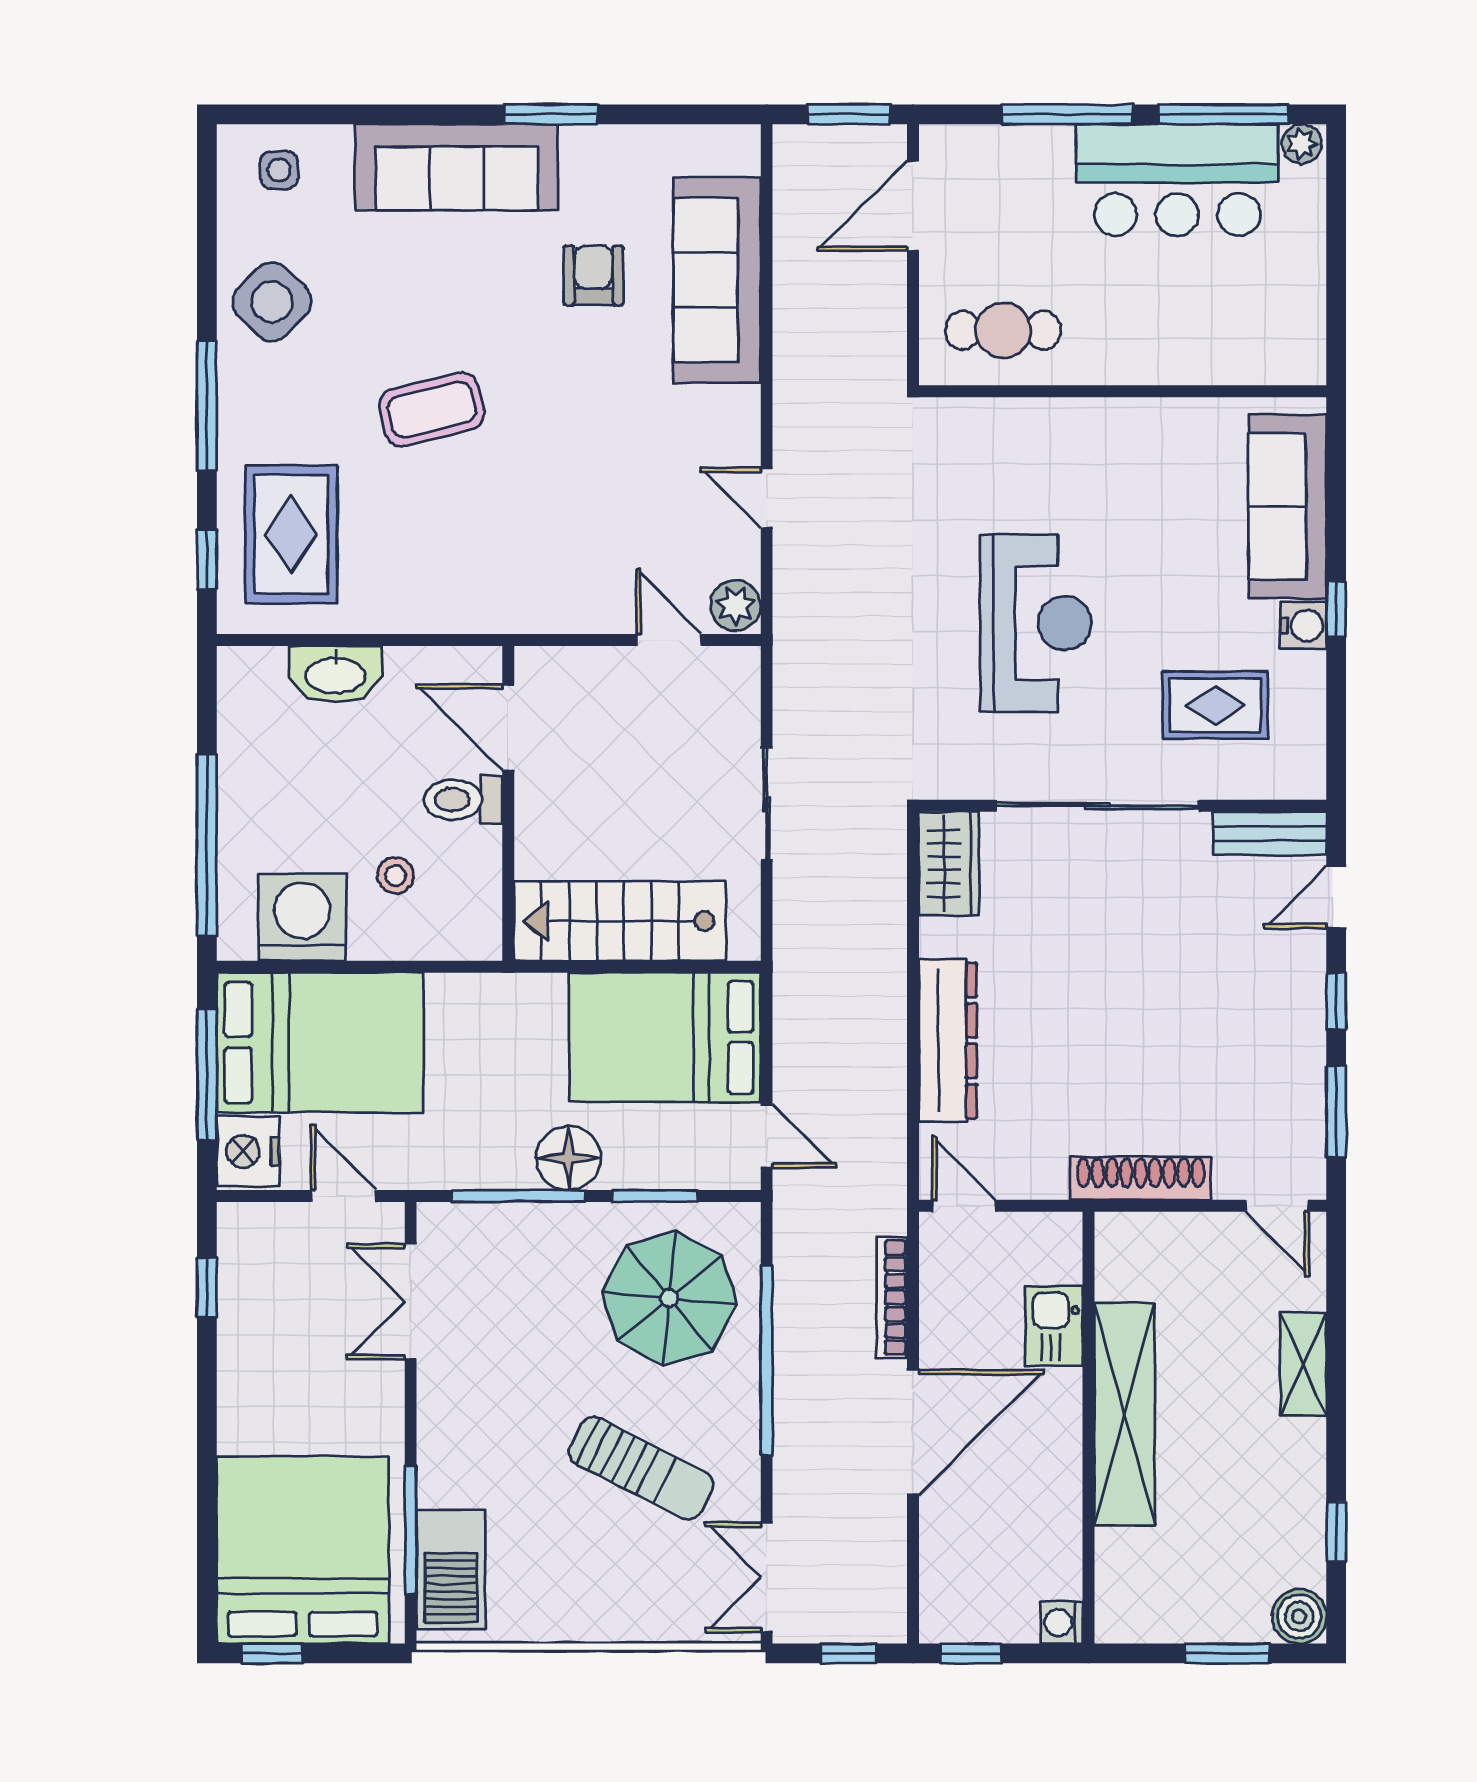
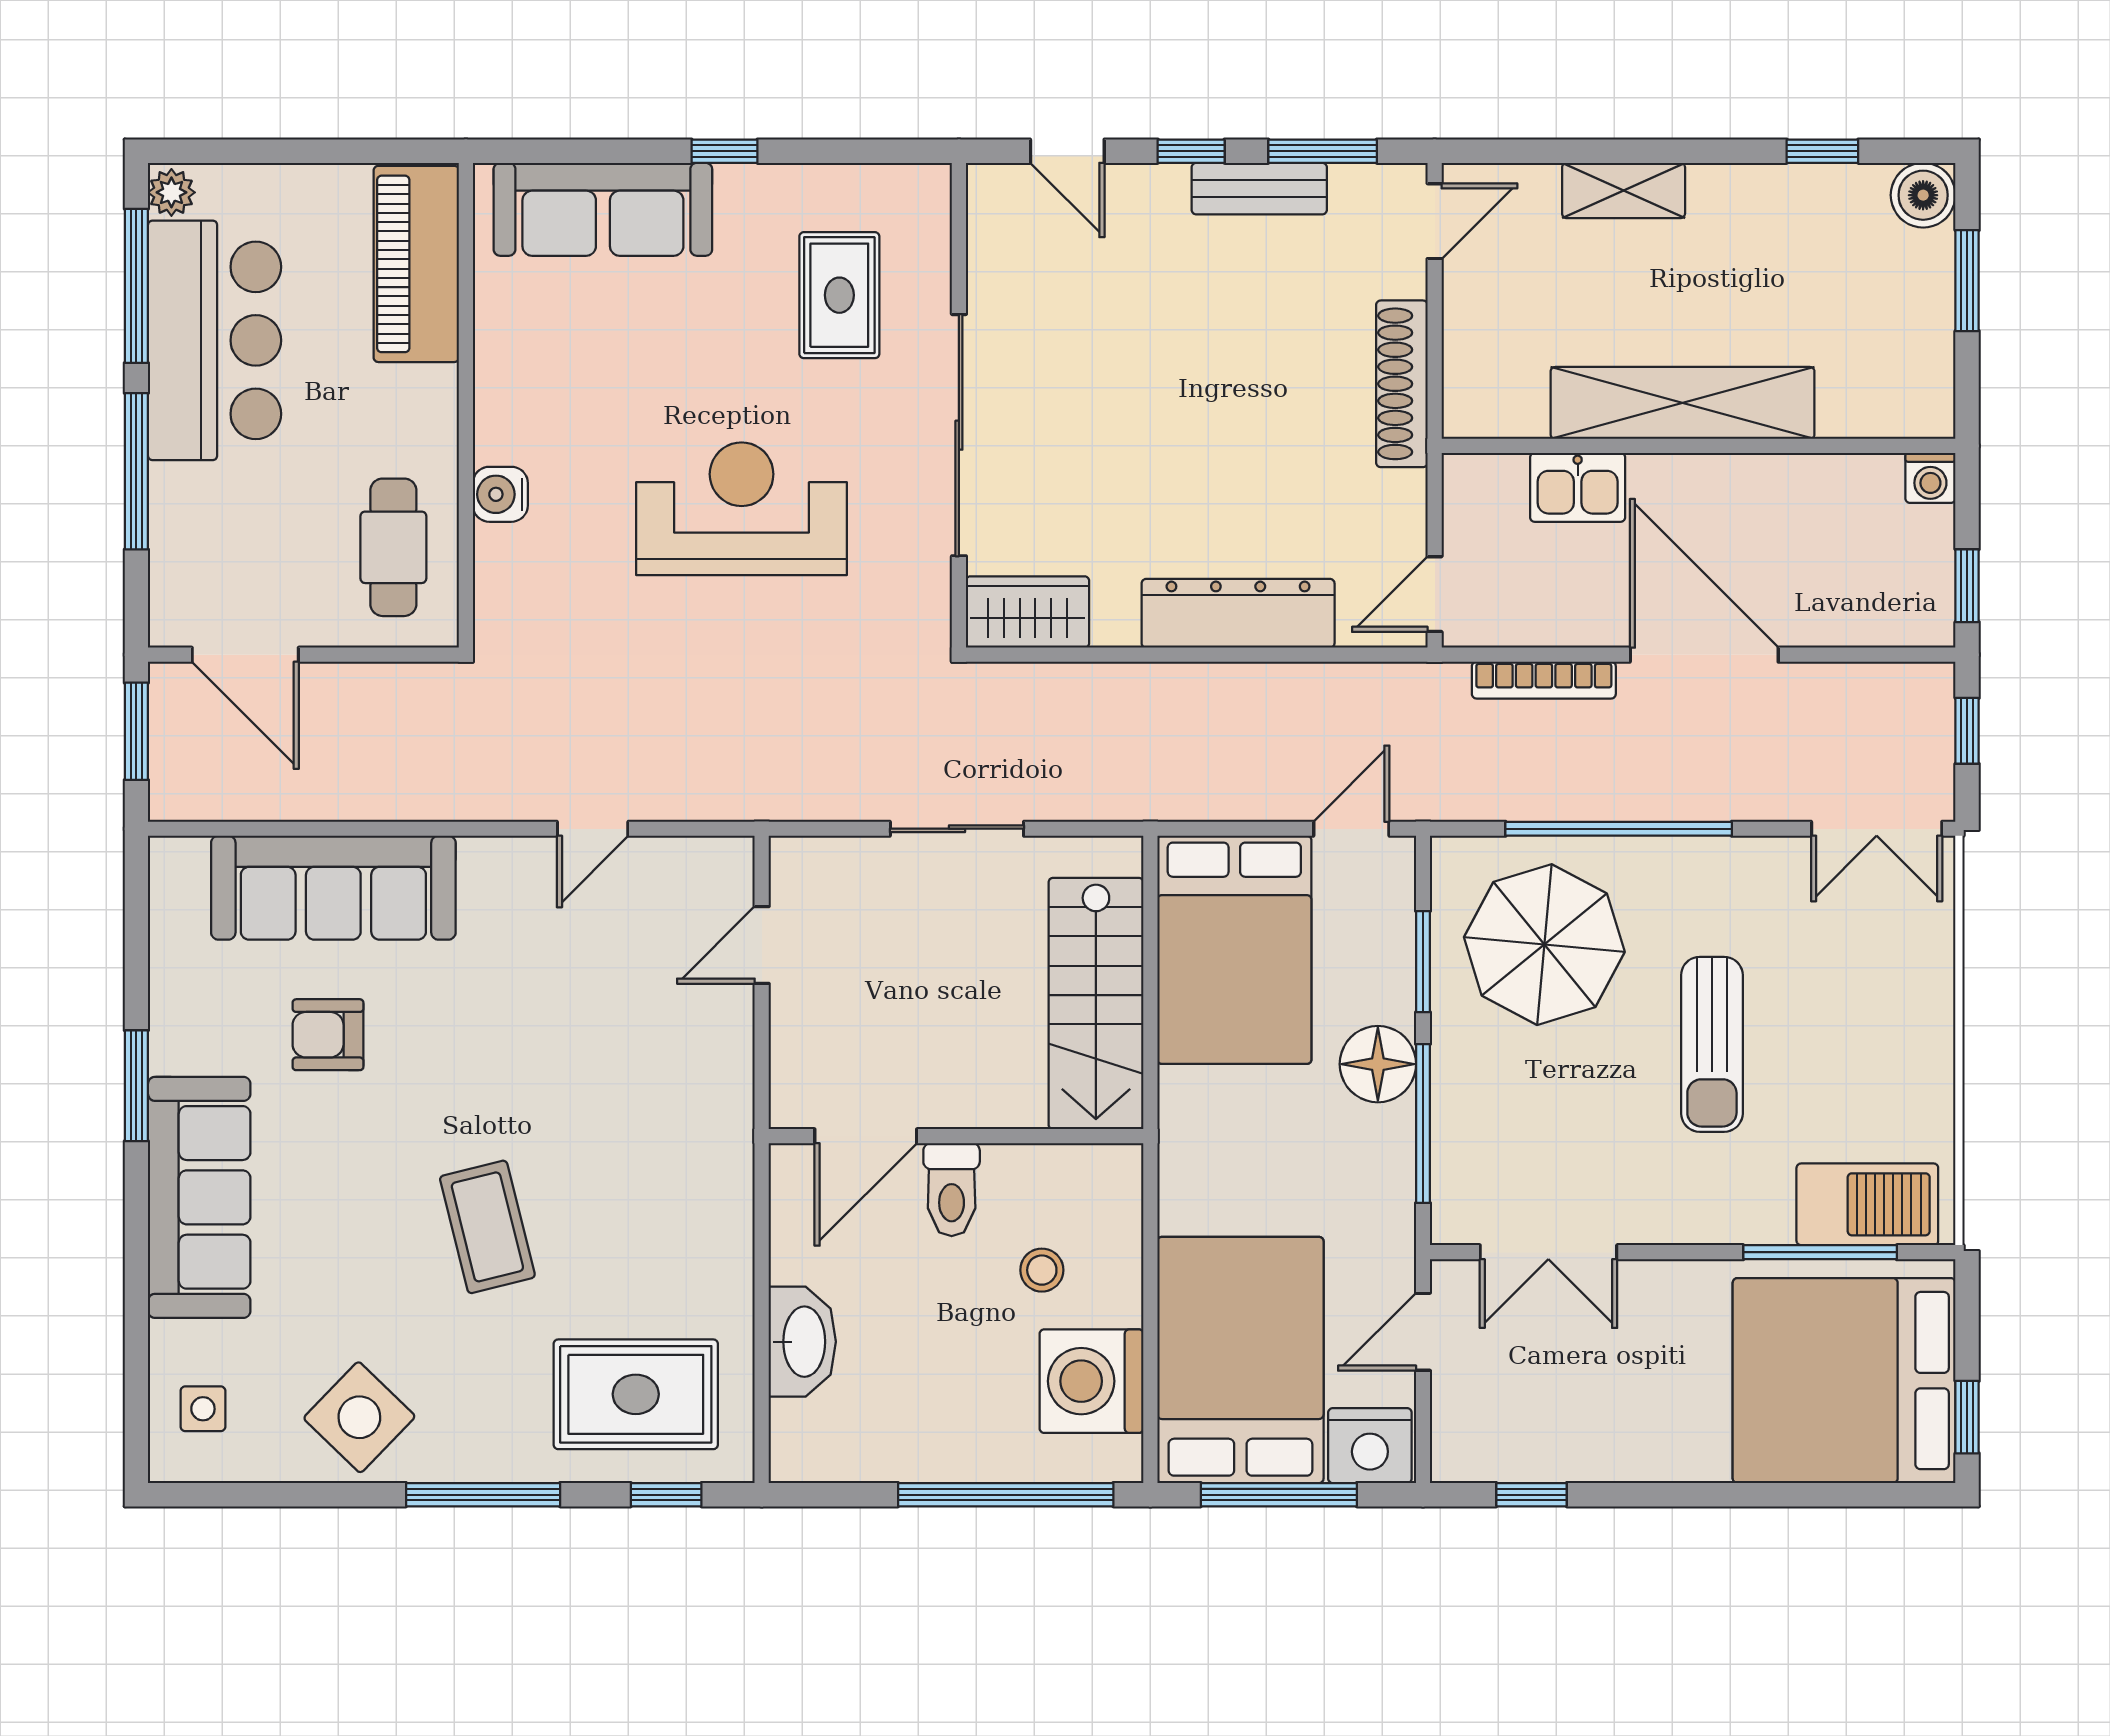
piano: (1241, 350) -> (416, 264), added
plant: (735, 605) -> (721, 866), removed
water cooler: (1303, 625) -> (500, 494), moved, turned -90
bench: (1270, 833) -> (1259, 189), moved, turned 90
sun lounger: (641, 1468) -> (1712, 1044), moved, turned 153

